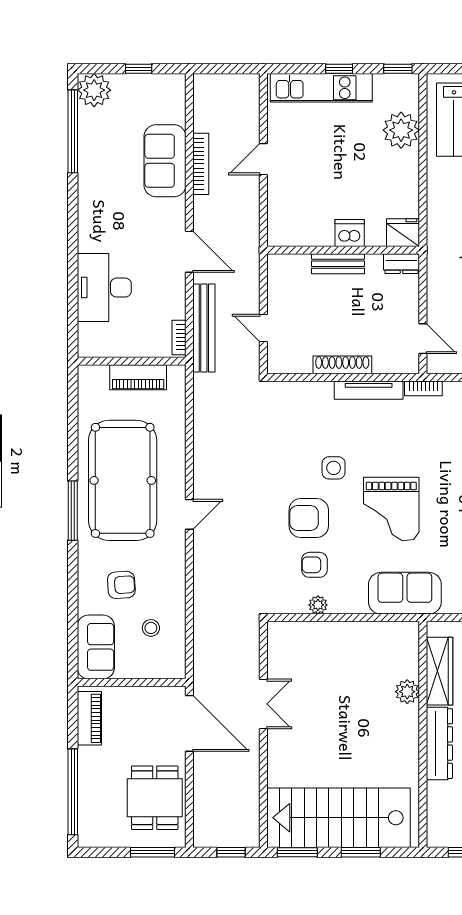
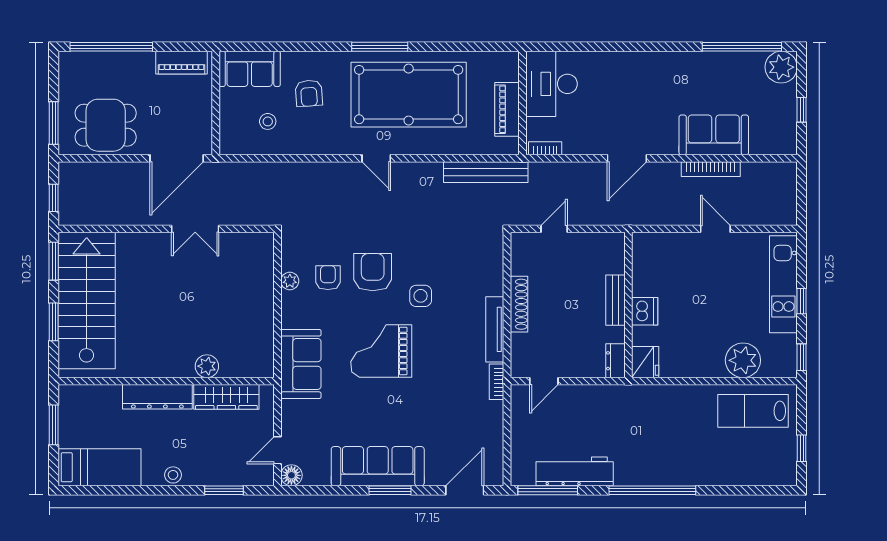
desk: (104, 288) -> (551, 84), moved, turned -90
bench: (204, 328) -> (486, 172), moved

